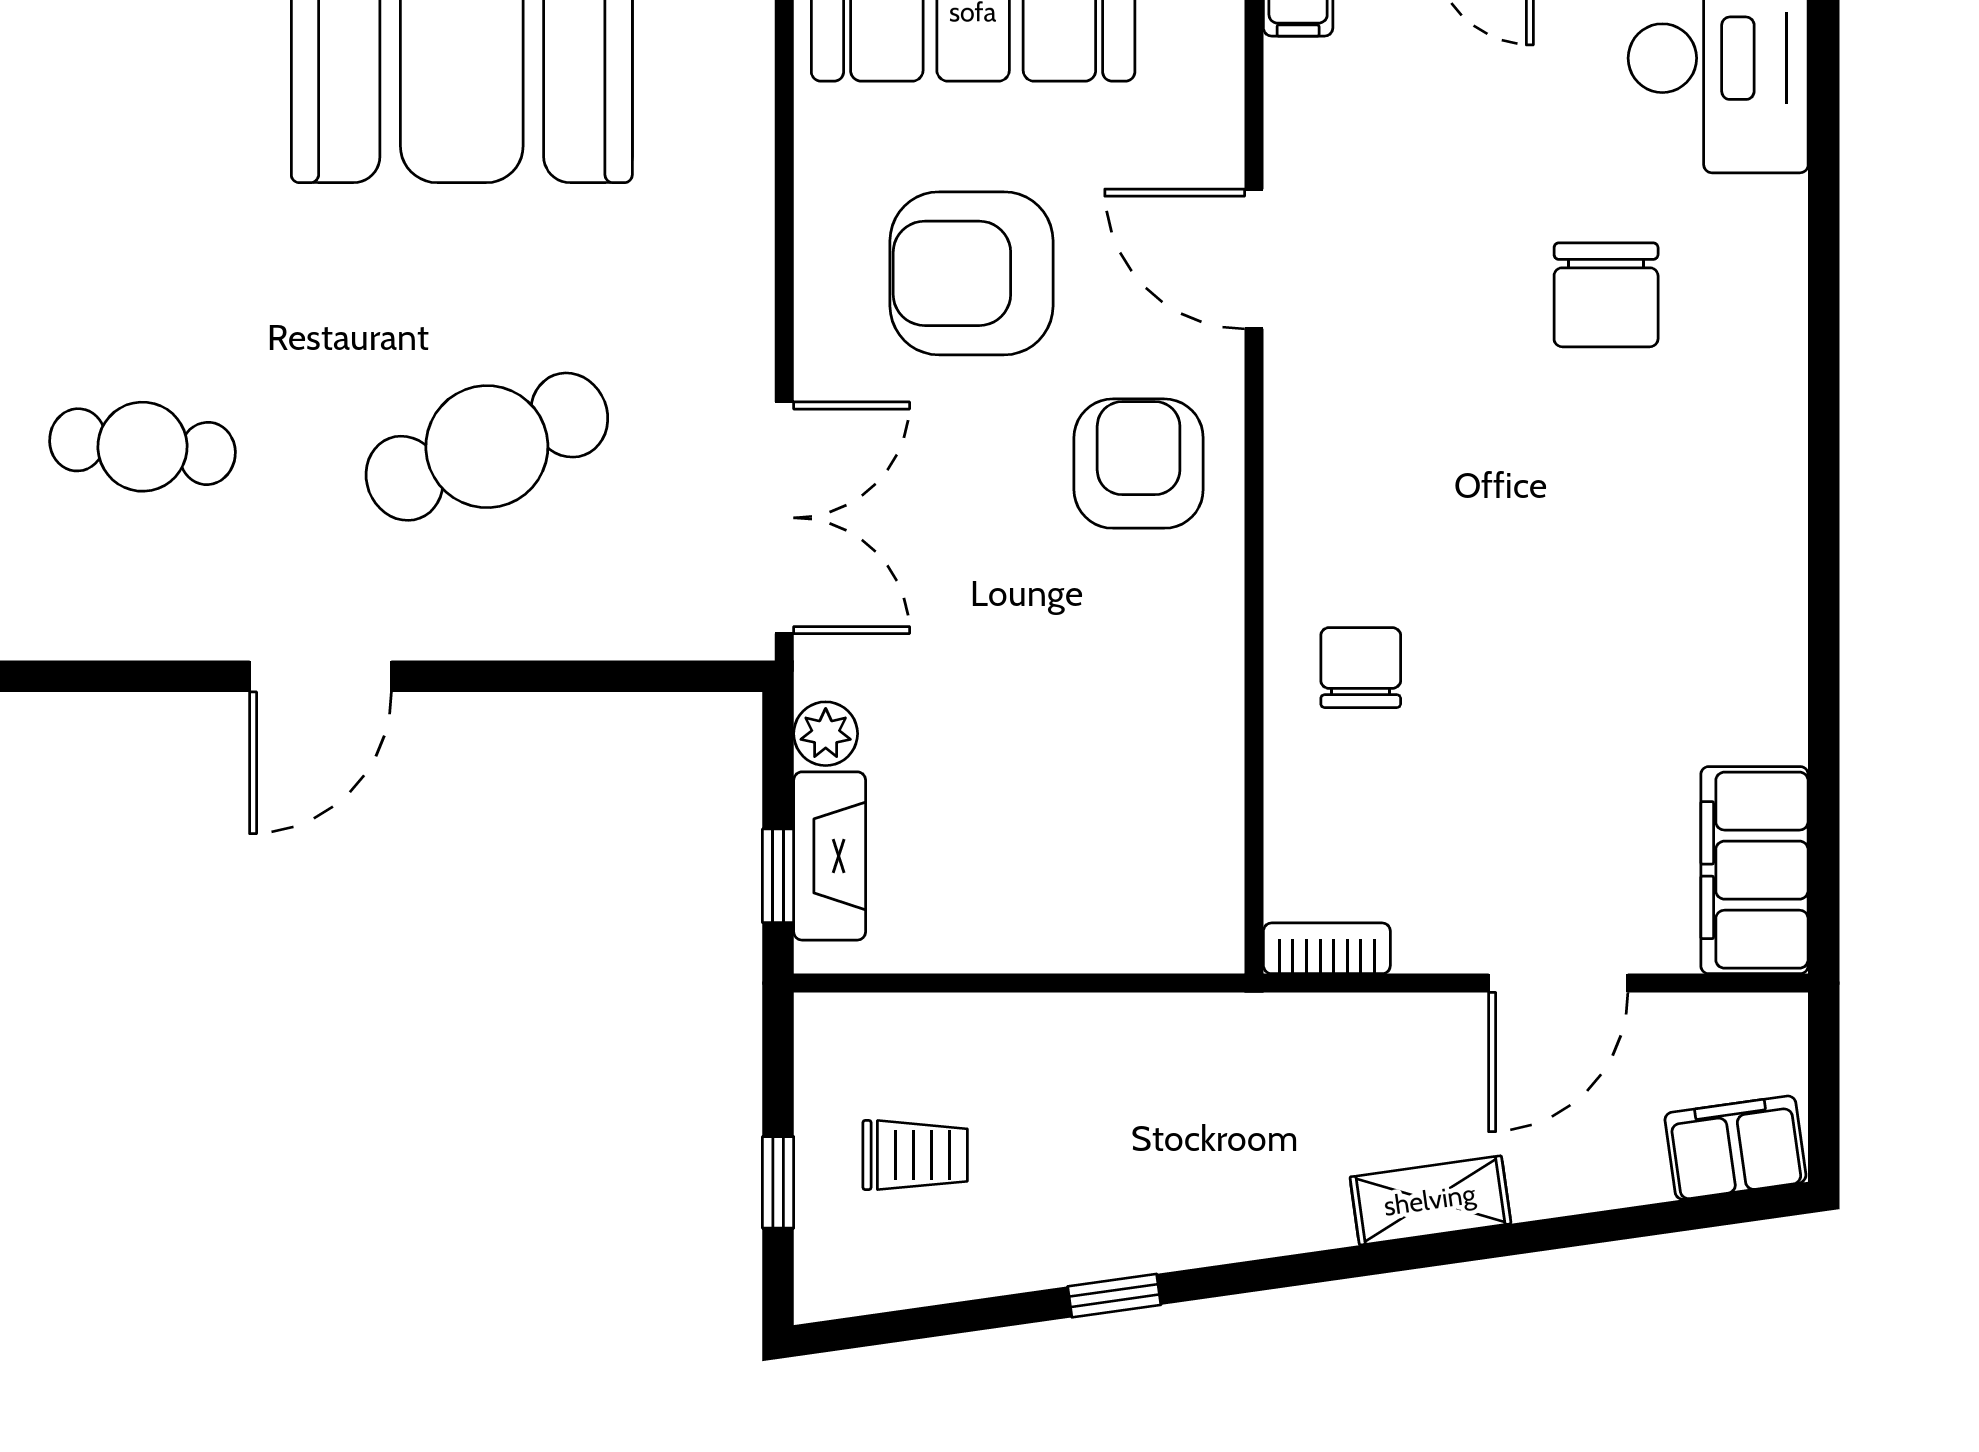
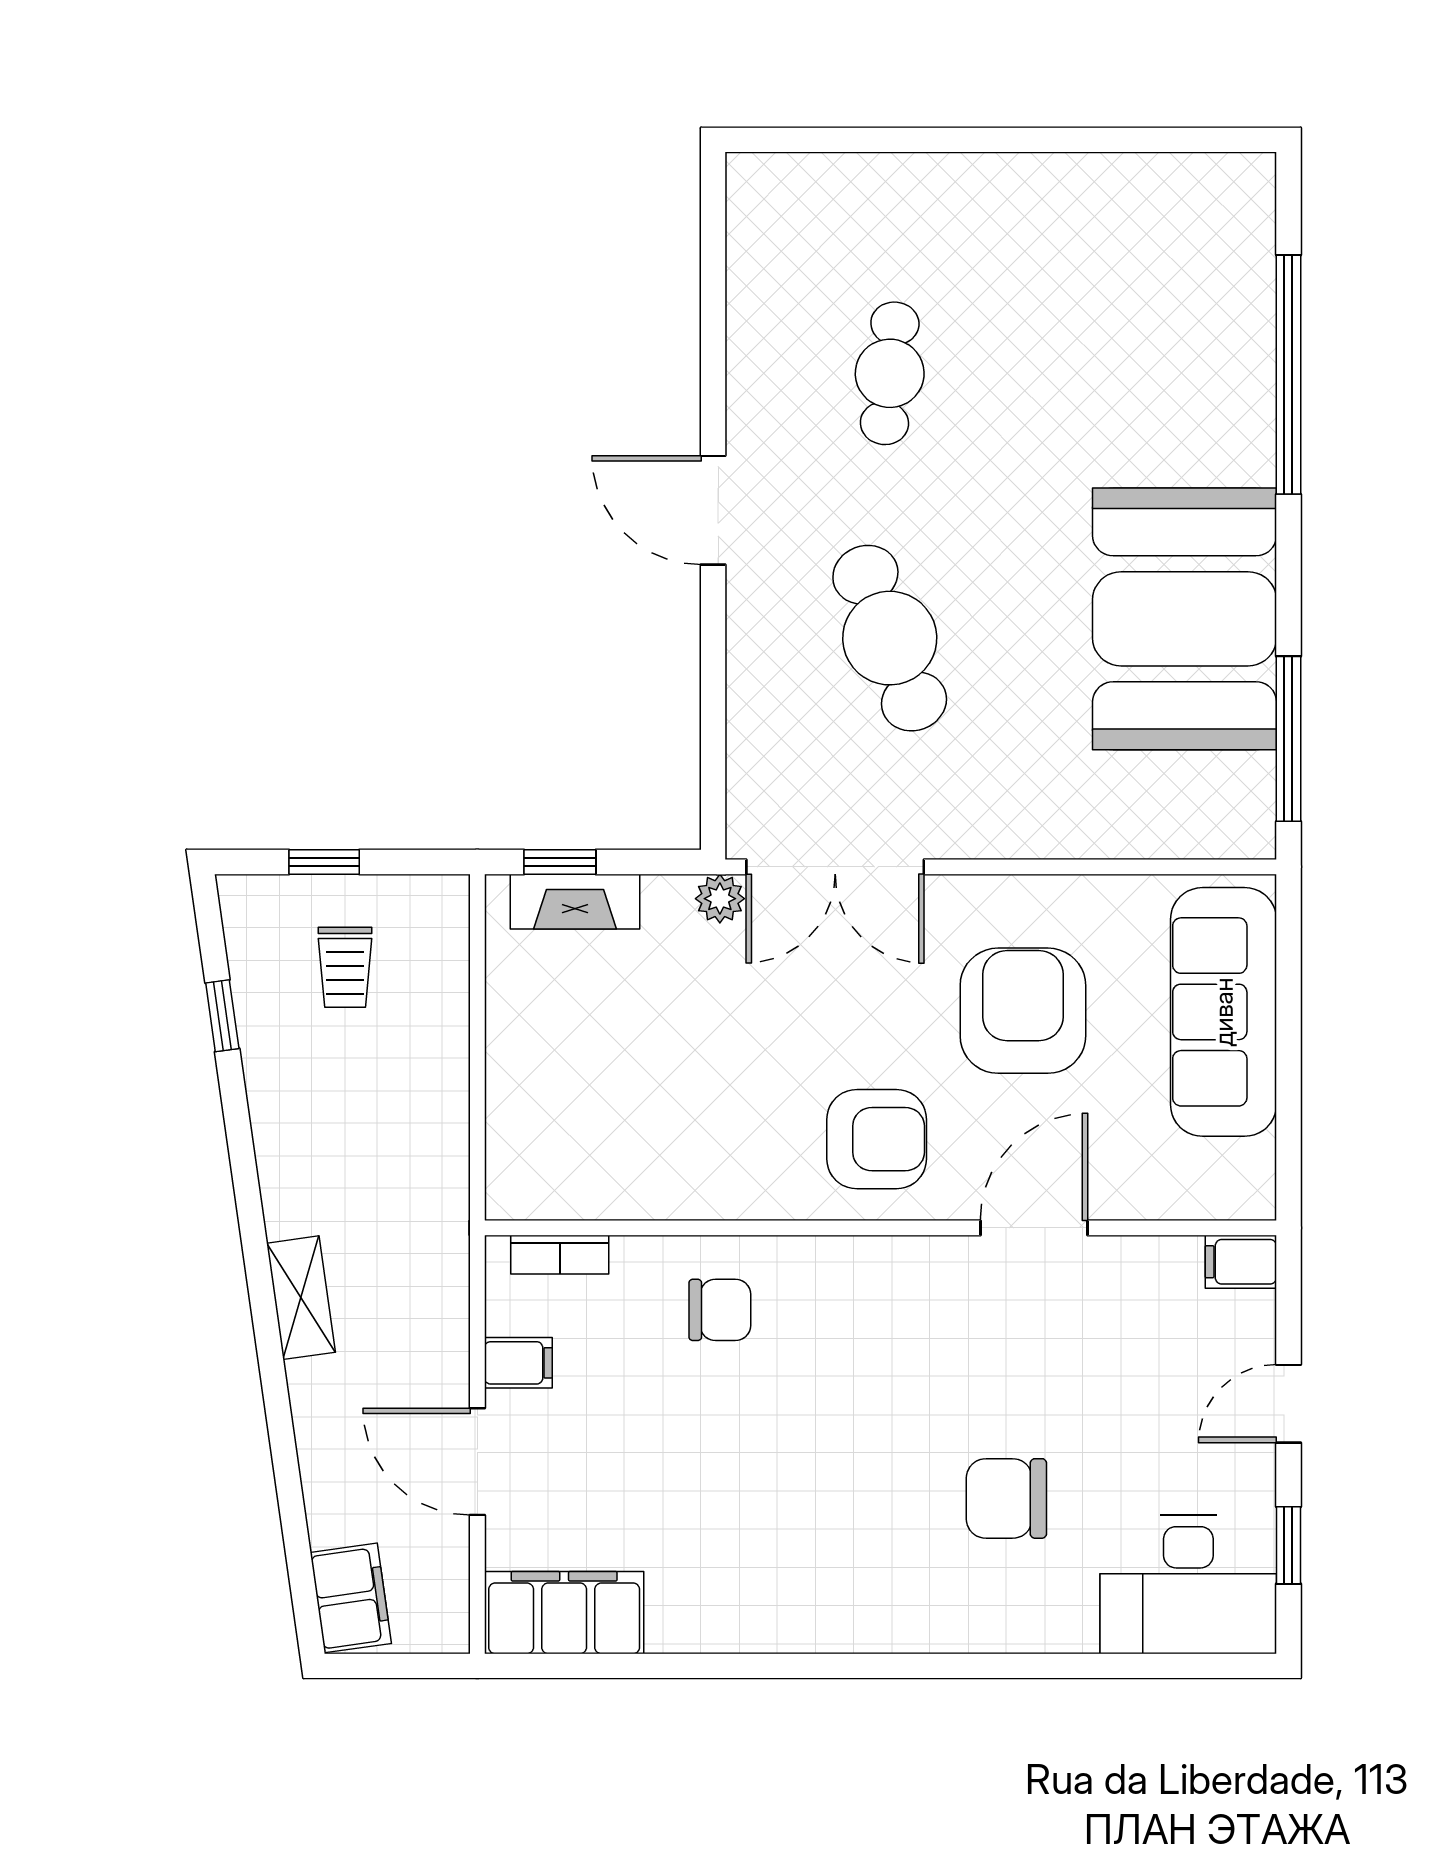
plant: (826, 734) -> (720, 899), moved
filing cabinet: (1430, 930) -> (518, 1363), added
bookcase: (1327, 948) -> (560, 1255), moved, turned 90
shelving: (1430, 1200) -> (301, 1298), moved
window: (1114, 1296) -> (222, 1016), moved

